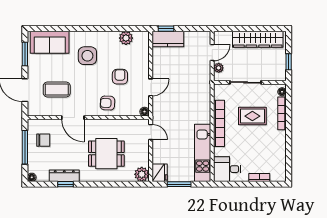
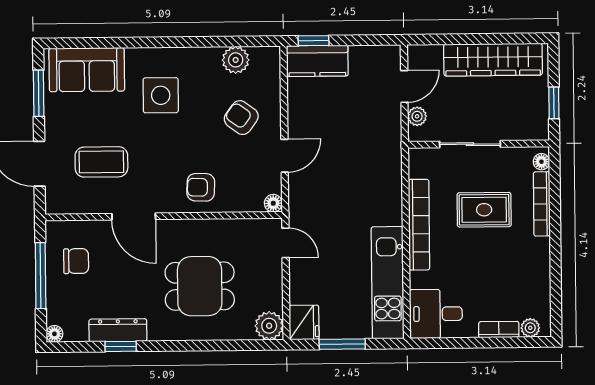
armchair: (120, 77) -> (241, 118), moved, turned -54
plant: (275, 177) -> (530, 328), added

